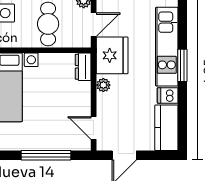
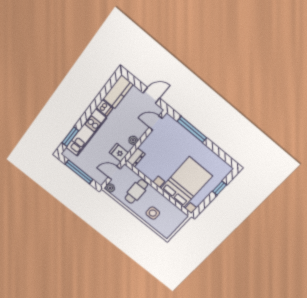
fridge: (112, 55) -> (119, 153), width x0.53, depth x0.75
window: (182, 65) -> (70, 137), moved
door: (94, 128) -> (156, 123), swing flipped

